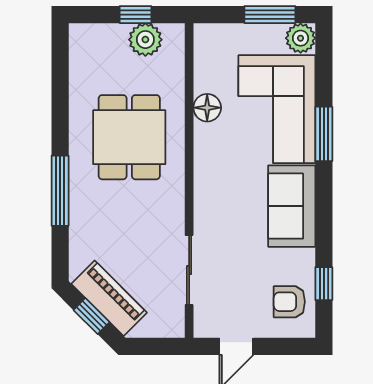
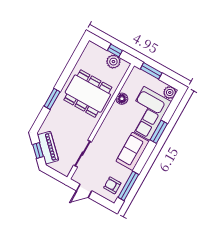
window: (270, 15) -> (151, 71), moved
dining table: (129, 137) -> (88, 94), width x1.38
window: (60, 191) -> (52, 99), width x0.69
window: (324, 284) -> (128, 186), width x2.17

